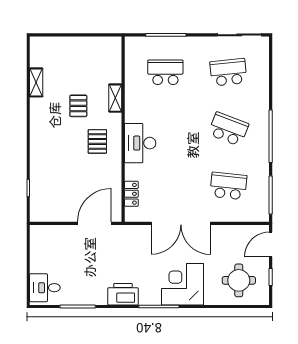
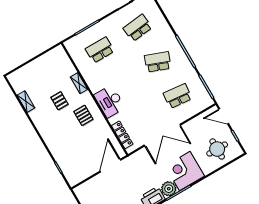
locker: (131, 194) -> (122, 135), width x1.53
door: (271, 245) -> (224, 116), hinge flipped
plant: (150, 294) -> (169, 189), added

